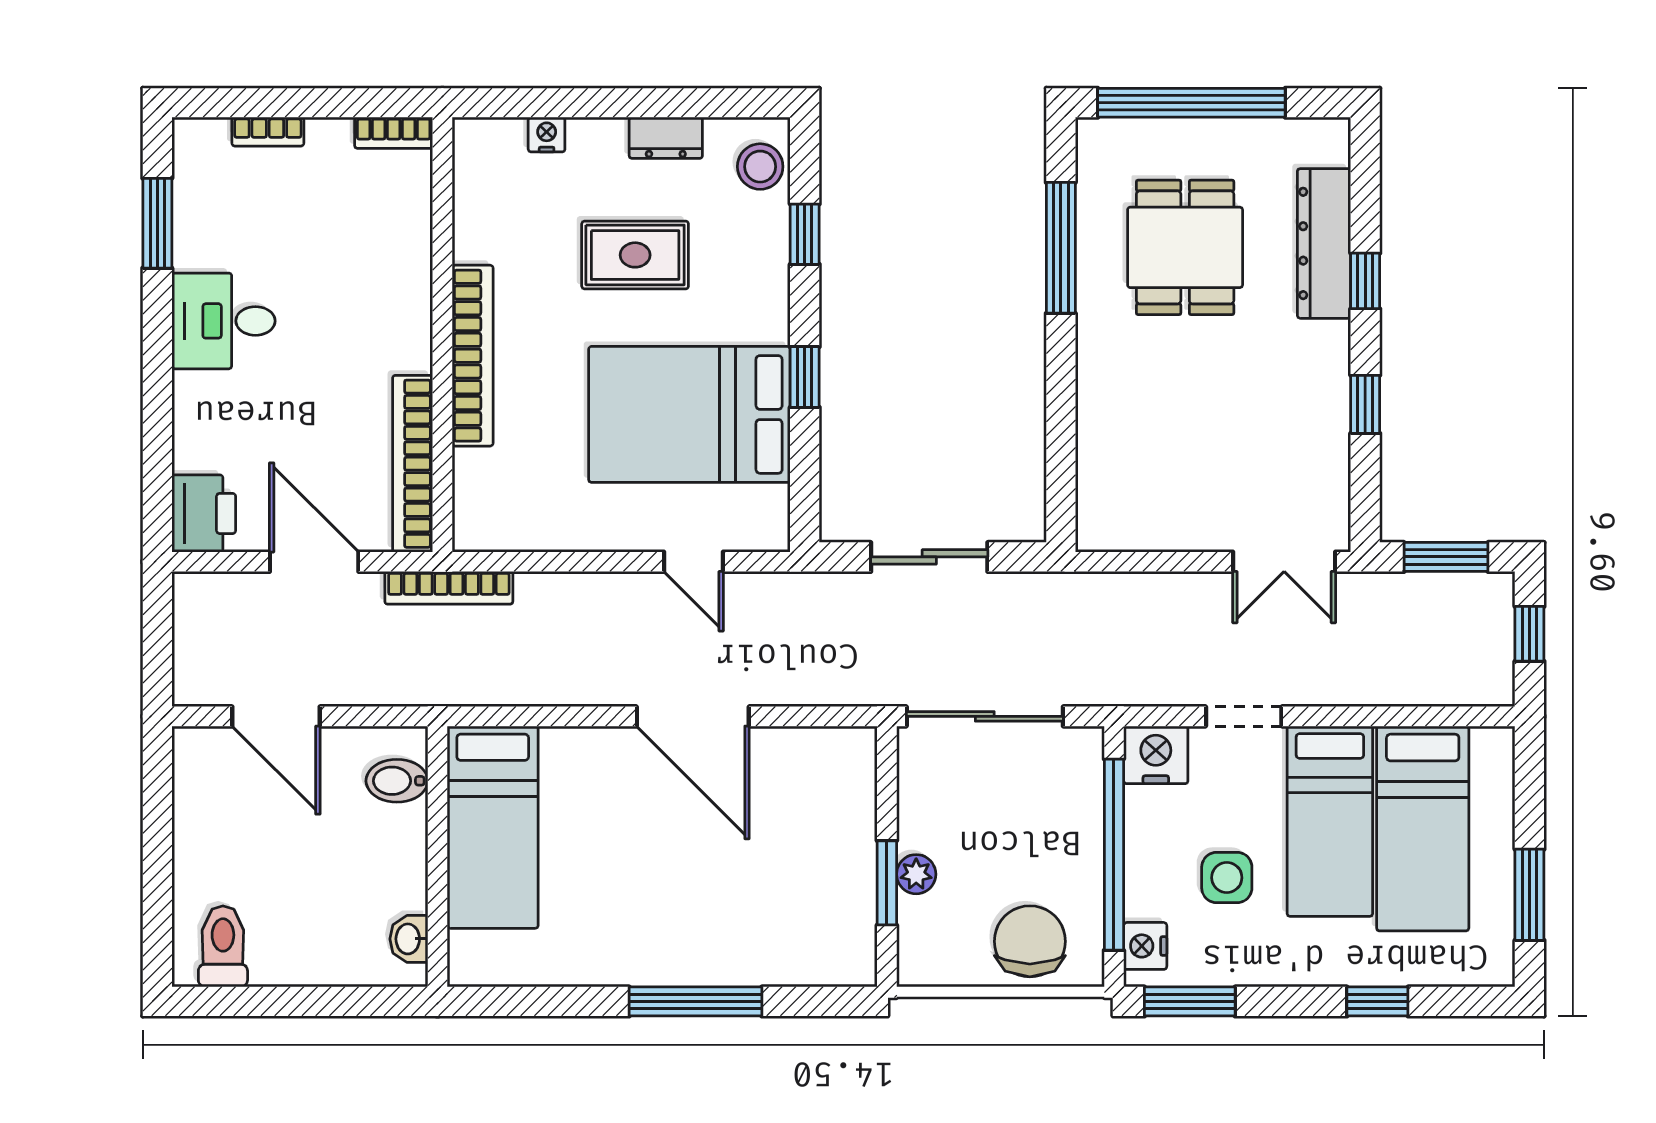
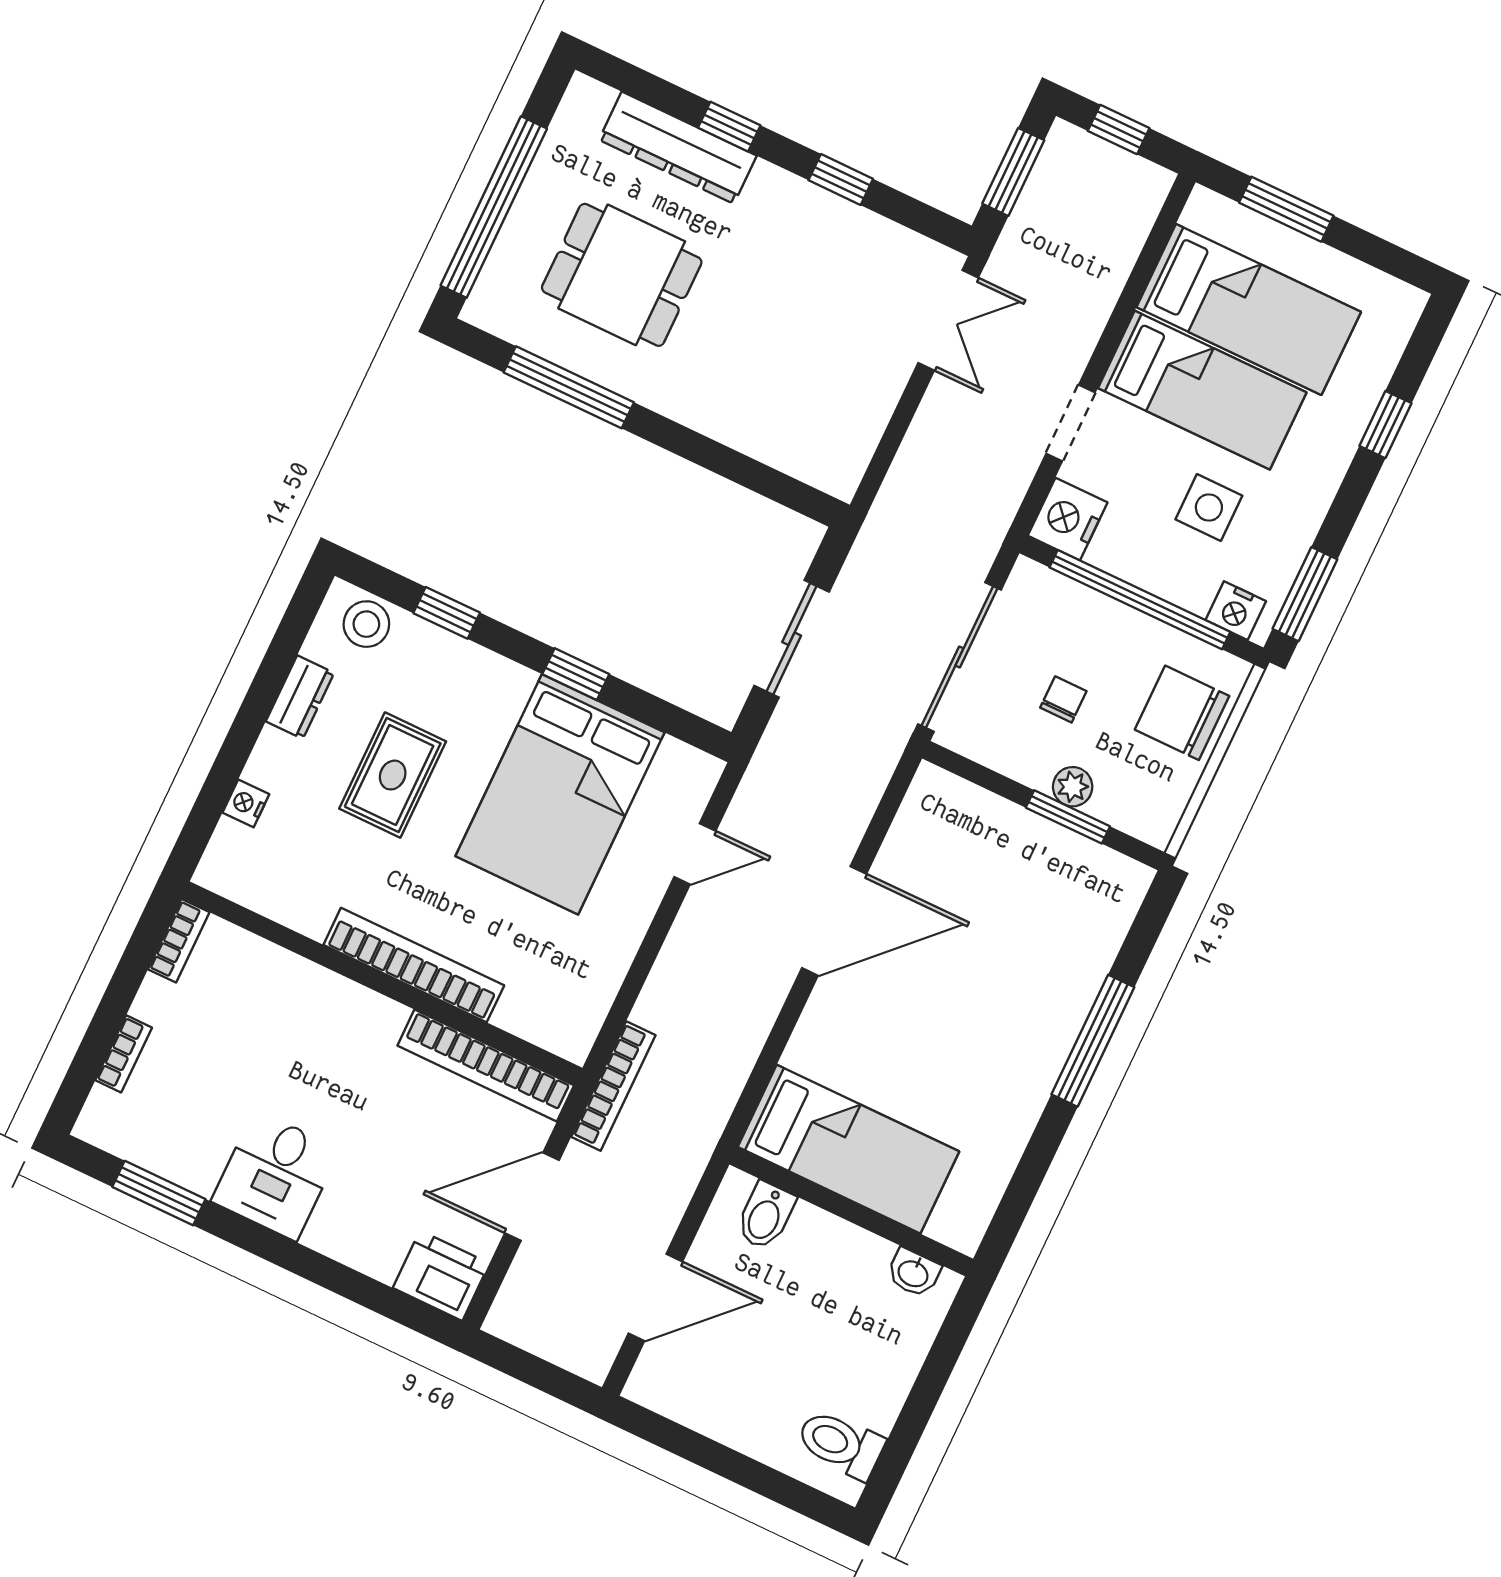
chair: (991, 828) -> (1063, 699), added
window: (1529, 895) -> (1286, 209), moved

